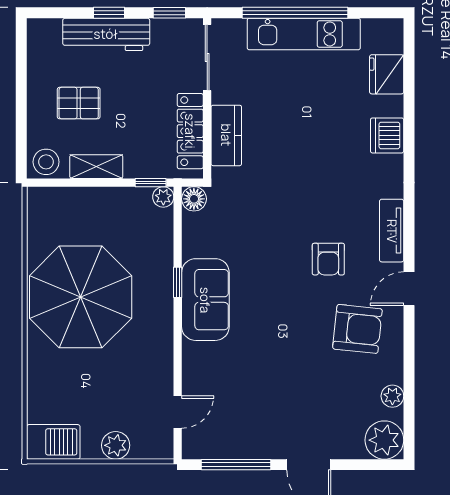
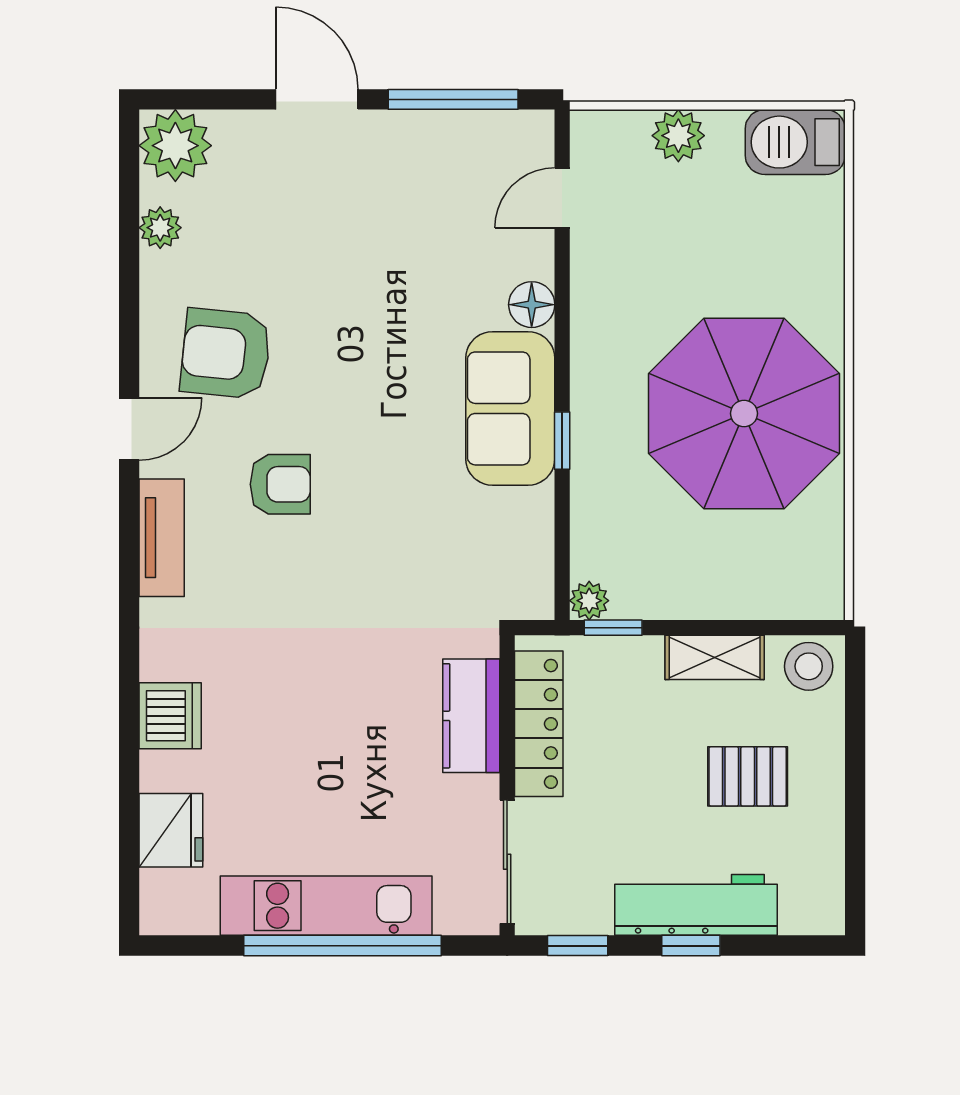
floor lamp: (194, 199) -> (532, 305), moved
armchair: (328, 259) -> (280, 484), turned 90

